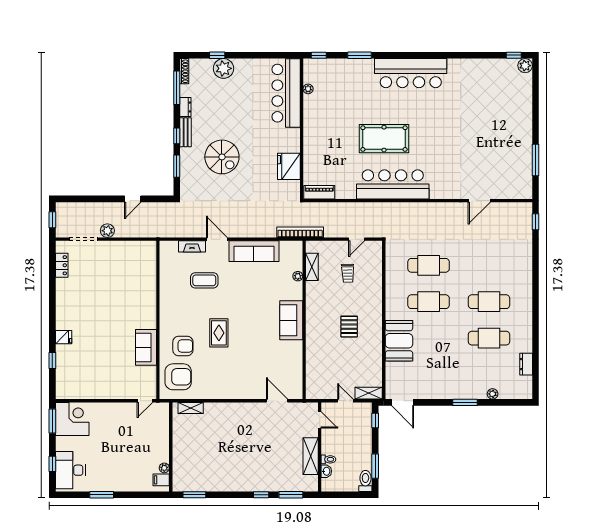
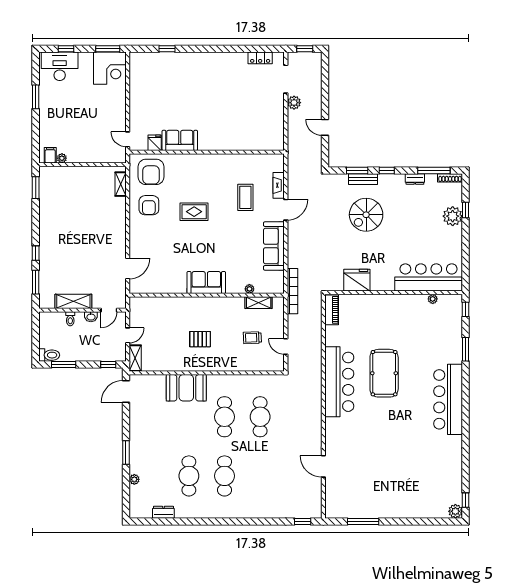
bench: (186, 132) -> (363, 179), moved
fridge: (64, 337) -> (155, 143), moved, turned 180
armchair: (183, 346) -> (149, 205), moved
washbasin: (326, 471) -> (91, 317), moved

